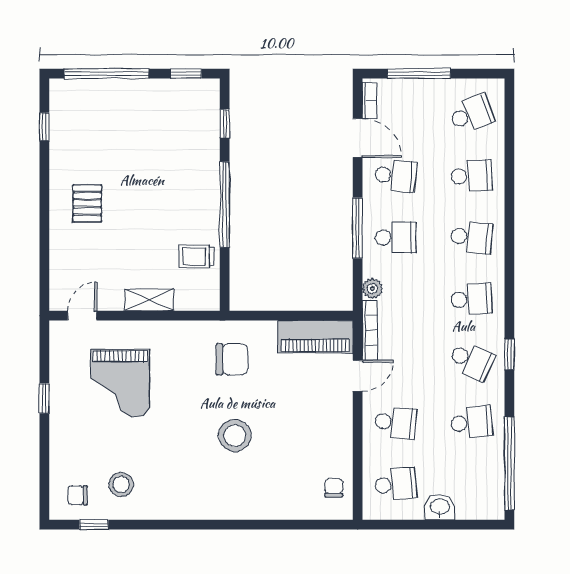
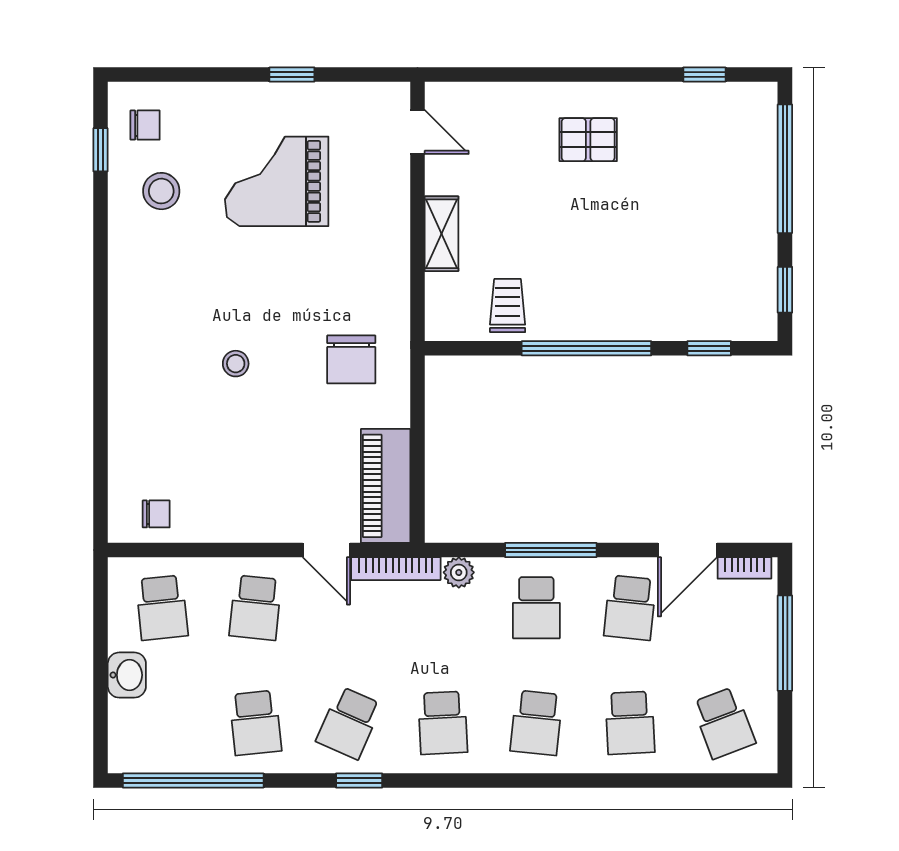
grand piano: (120, 383) -> (277, 181), moved
stool: (235, 435) -> (236, 364), width x0.53, depth x0.53
chair: (78, 495) -> (145, 125), turned 90

